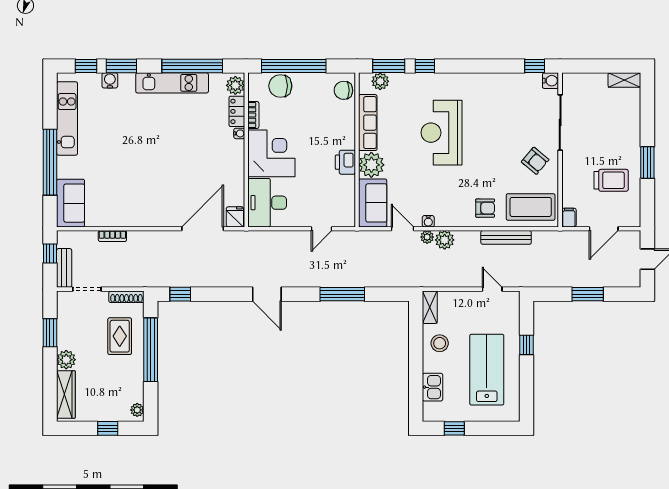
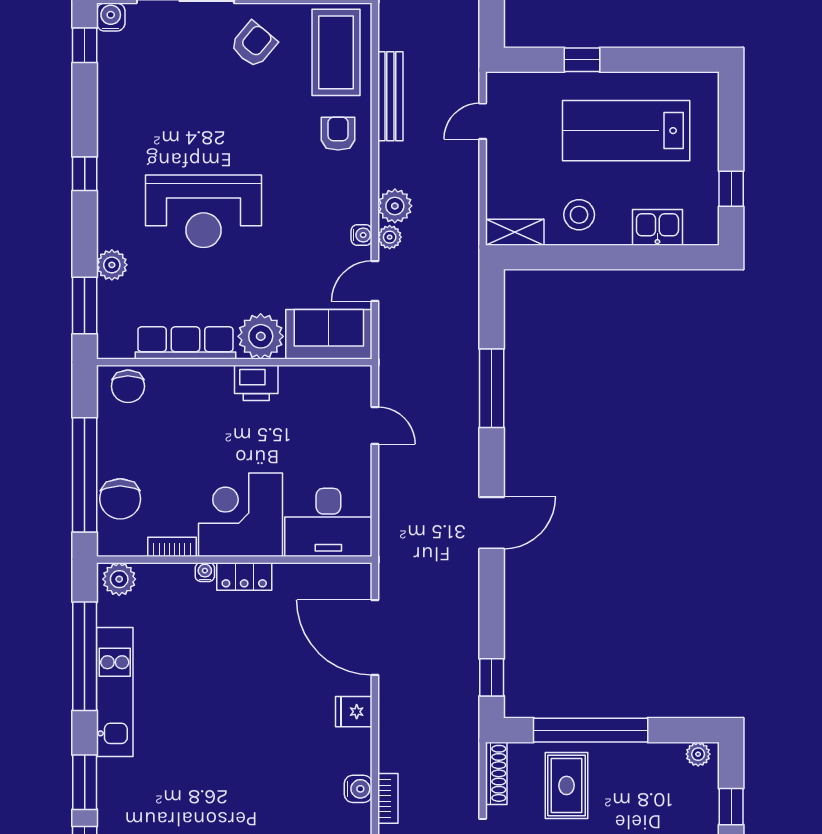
window: (425, 66) -> (85, 174), moved
water cooler: (110, 80) -> (358, 789), moved, turned 180
plant: (380, 81) -> (112, 265), moved
locker: (237, 111) -> (244, 576), moved
fridge: (235, 217) -> (354, 712), moved
rug: (120, 336) -> (567, 785), turned 90

